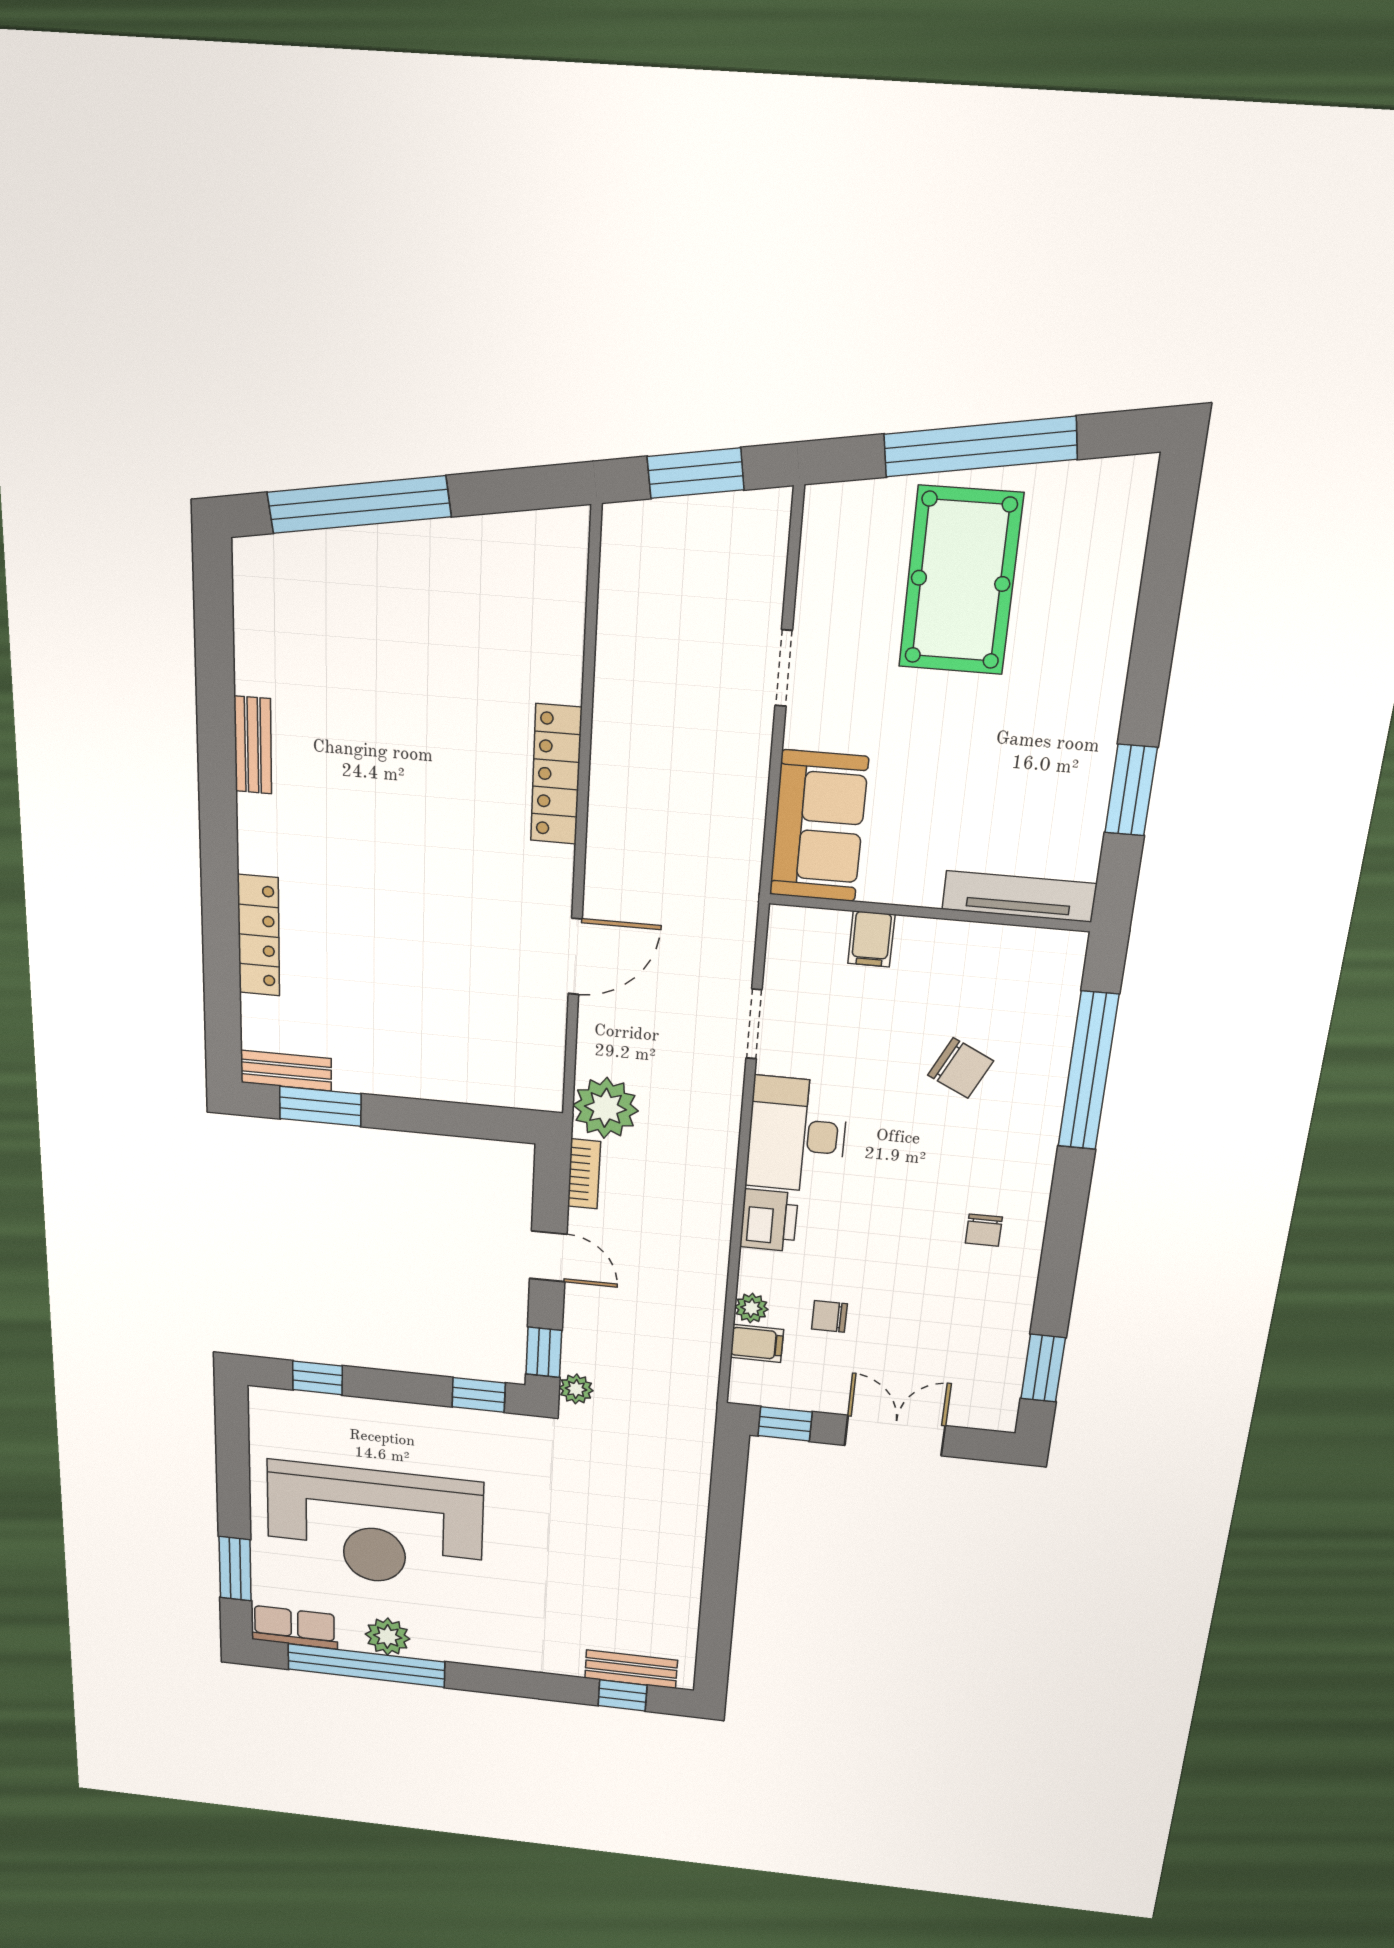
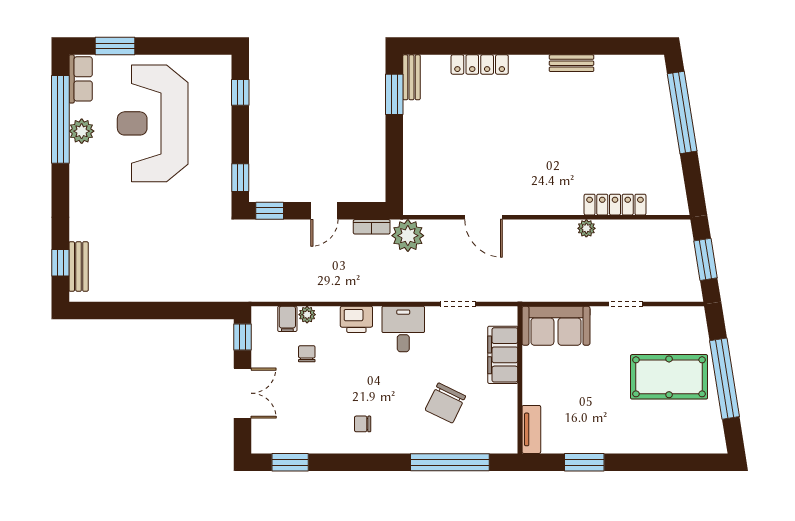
locker: (556, 774) -> (615, 205), moved
tv unit: (1019, 896) -> (531, 429), width x0.71
filing cabinet: (871, 939) -> (503, 355), width x3.00, depth x1.17
chair: (961, 1068) -> (445, 403), width x1.37, depth x1.37
desk: (797, 1135) -> (403, 329), width x0.73
plant: (576, 1389) -> (586, 228), moved

